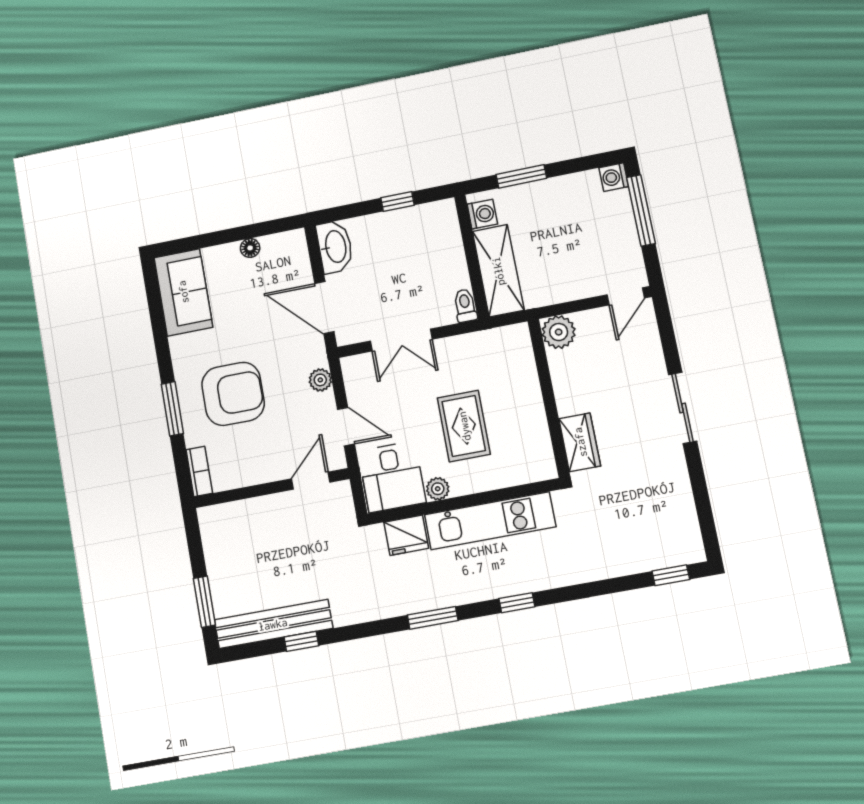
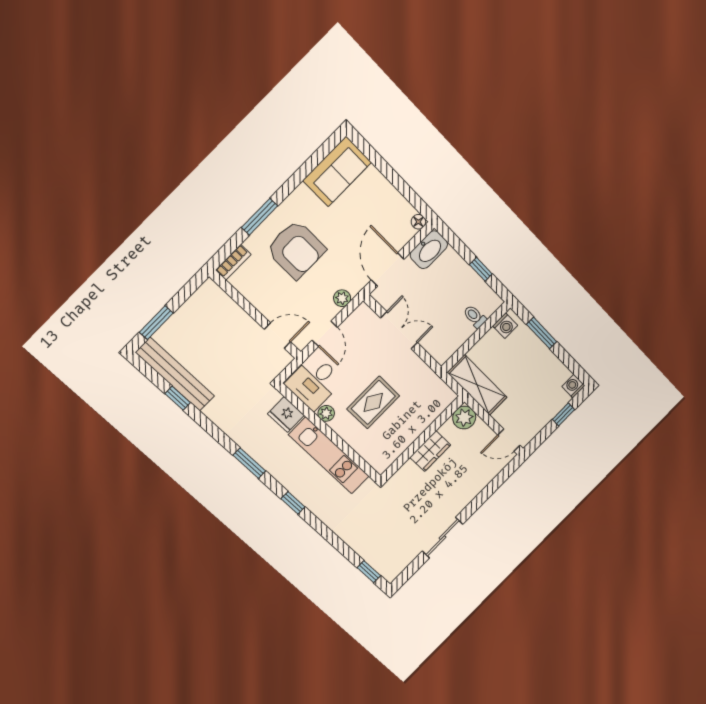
window: (641, 210) -> (563, 414), width x0.46
floor lamp: (250, 248) -> (418, 222), moved
shelving: (498, 271) -> (477, 385), moved, turned 90
toilet: (465, 306) -> (475, 317), moved, turned -90
double door: (401, 340) -> (399, 330), swing flipped
sliding door: (683, 408) -> (442, 538), moved
wardrobe: (580, 442) -> (430, 451), moved

